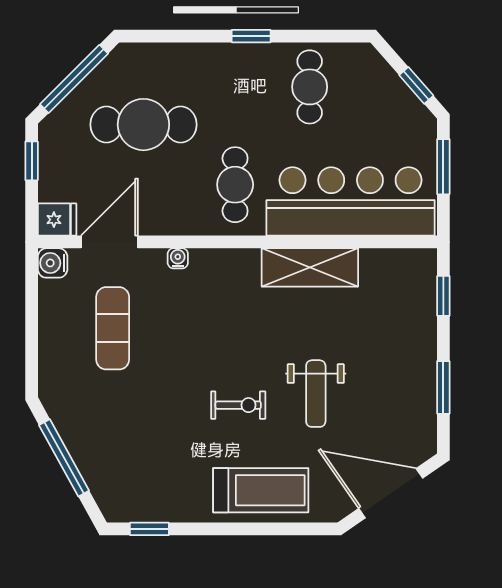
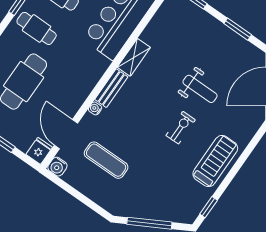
cafe table: (235, 185) -> (37, 28), moved
bench: (225, 261) -> (111, 88), added
shelving: (310, 267) -> (134, 57), width x0.67, depth x0.75
treadmill: (261, 490) -> (215, 161), moved

